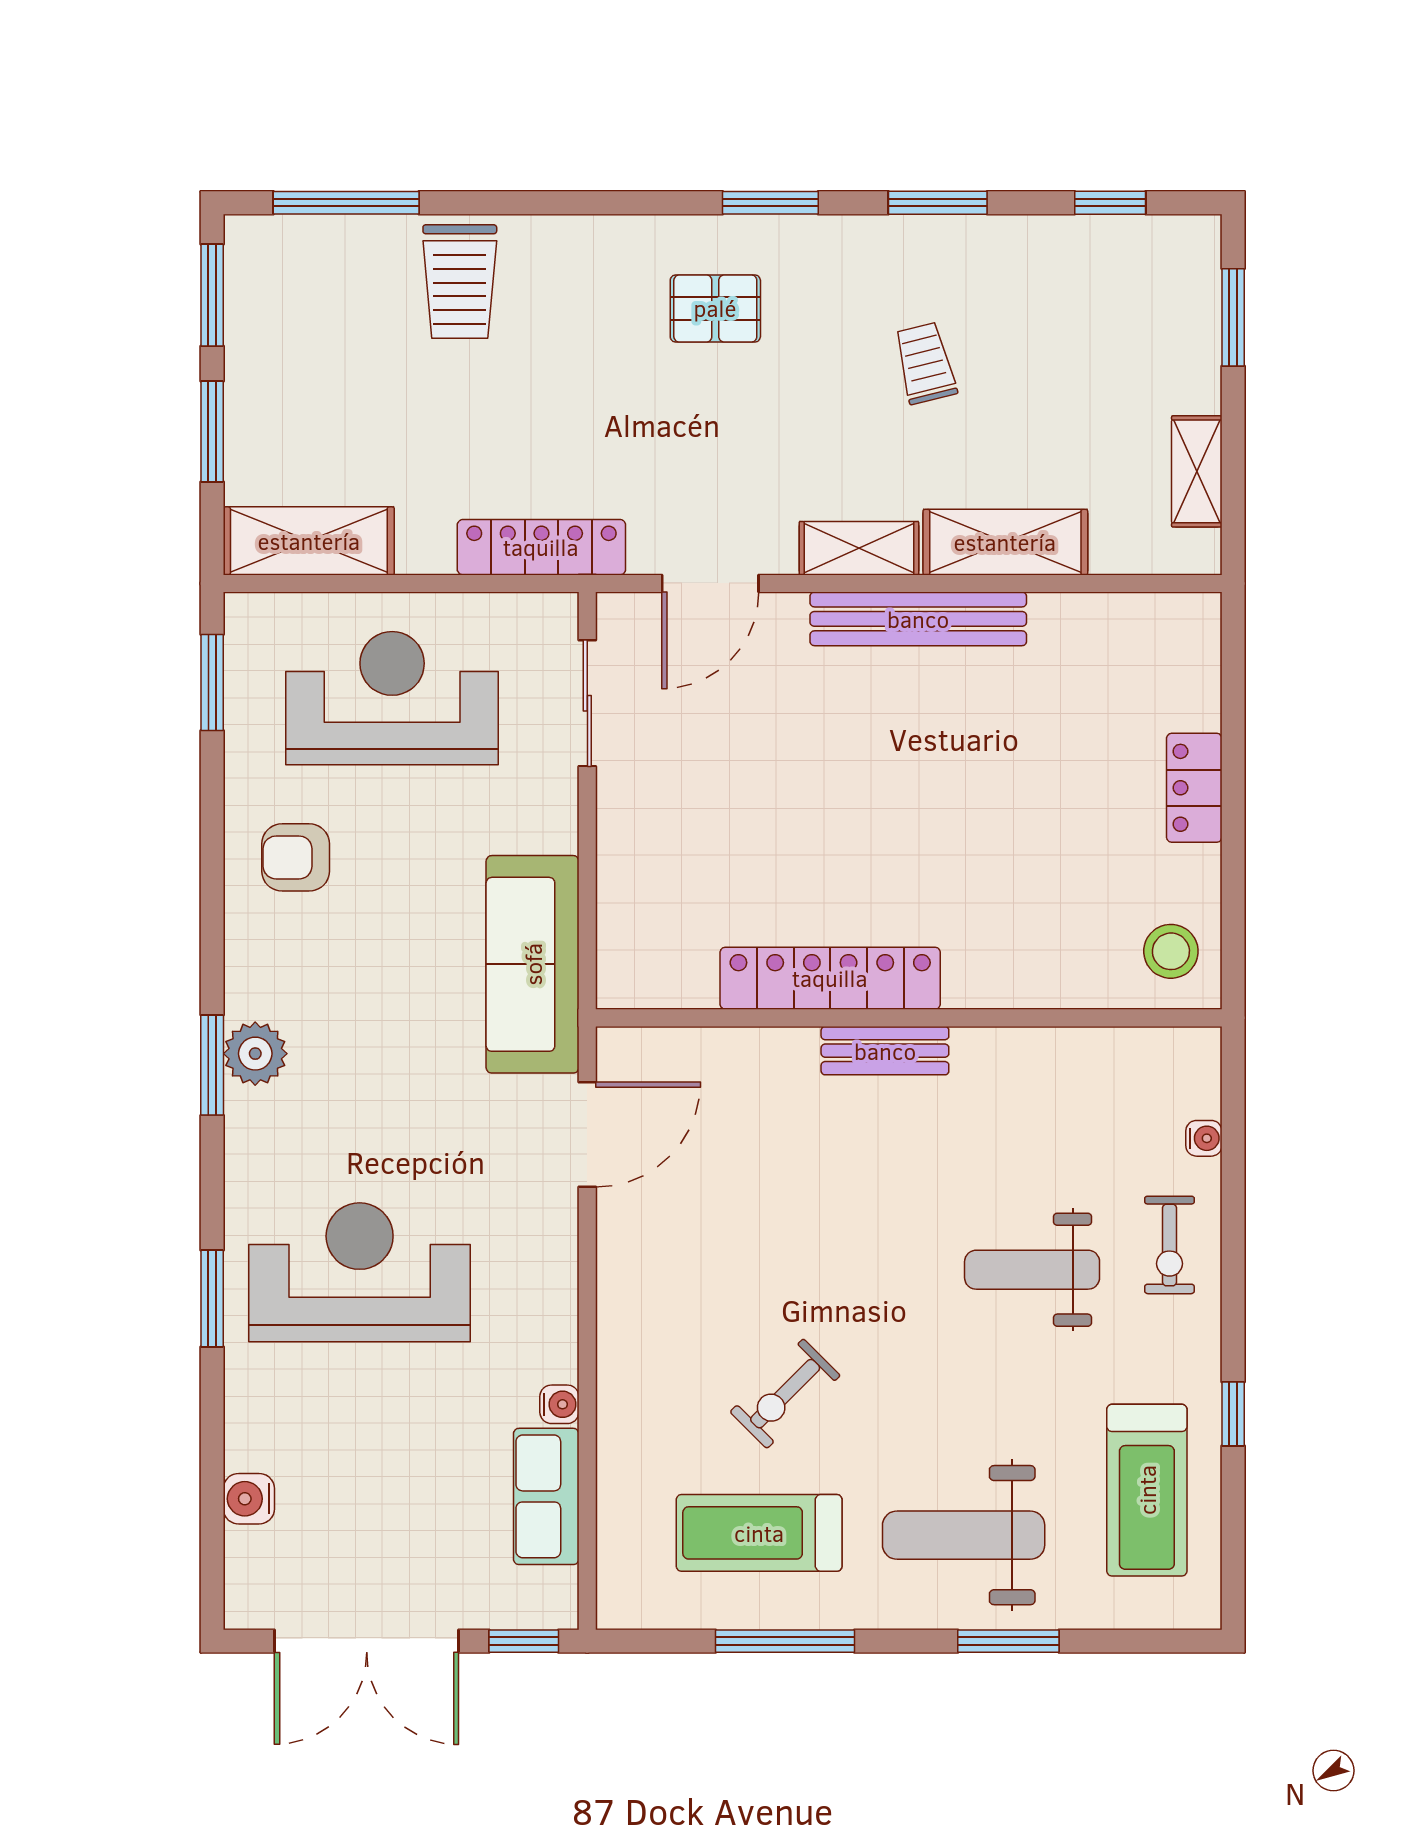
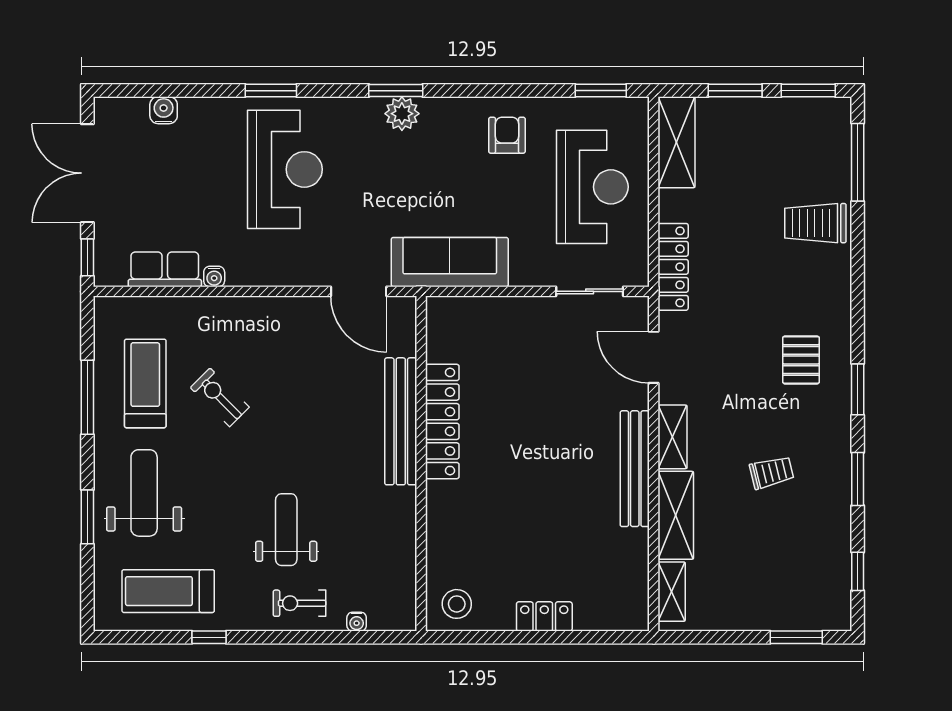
shelving: (1197, 471) -> (672, 592), moved, turned 90
bench: (885, 1051) -> (401, 421), width x1.86, depth x1.21

